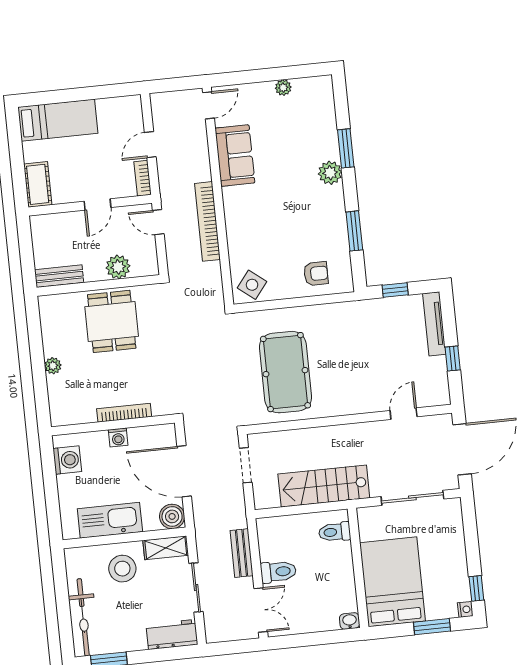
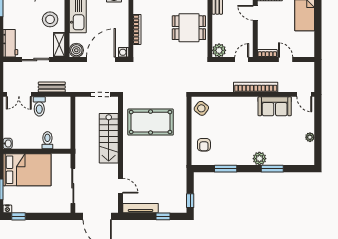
door: (97, 204) -> (255, 13), moved
bookcase: (207, 221) -> (256, 87), moved
plant: (118, 267) -> (219, 50), moved
window: (395, 290) -> (190, 201), moved
tv unit: (434, 324) -> (141, 208), moved
window: (453, 359) -> (163, 216), moved
washing machine: (118, 438) -> (124, 52), moved
stairs: (324, 486) -> (109, 138), moved, turned 180
toilet: (335, 532) -> (47, 140), moved

